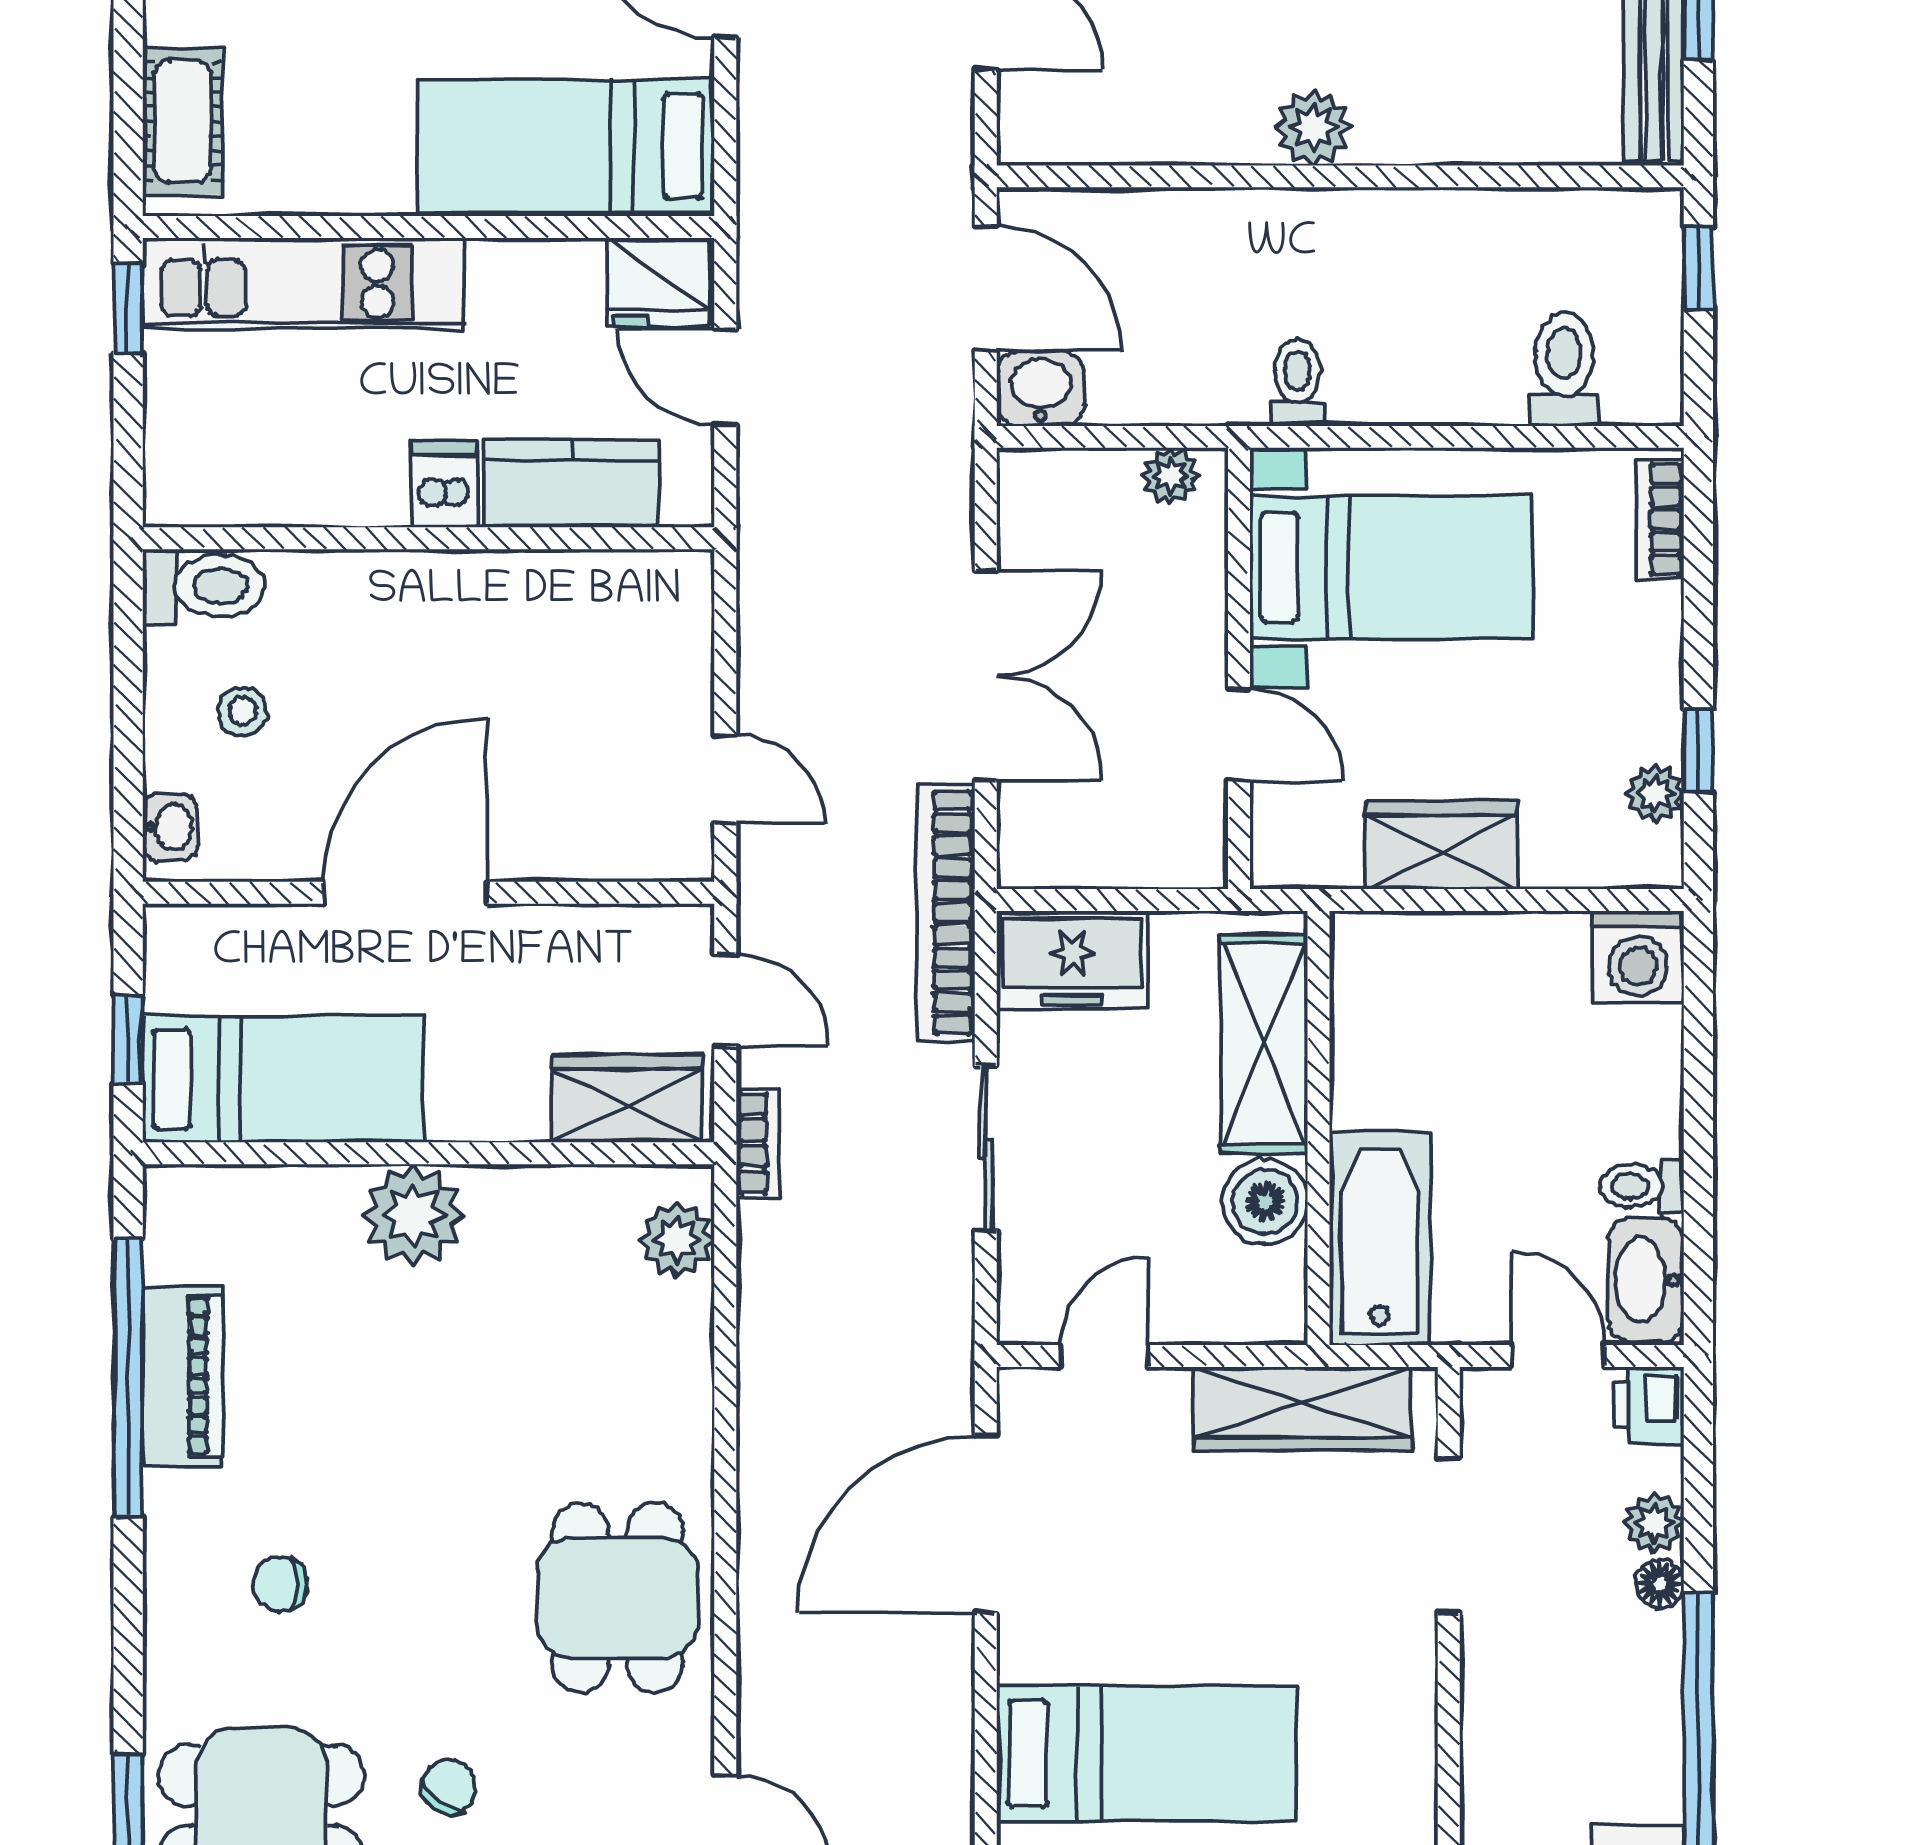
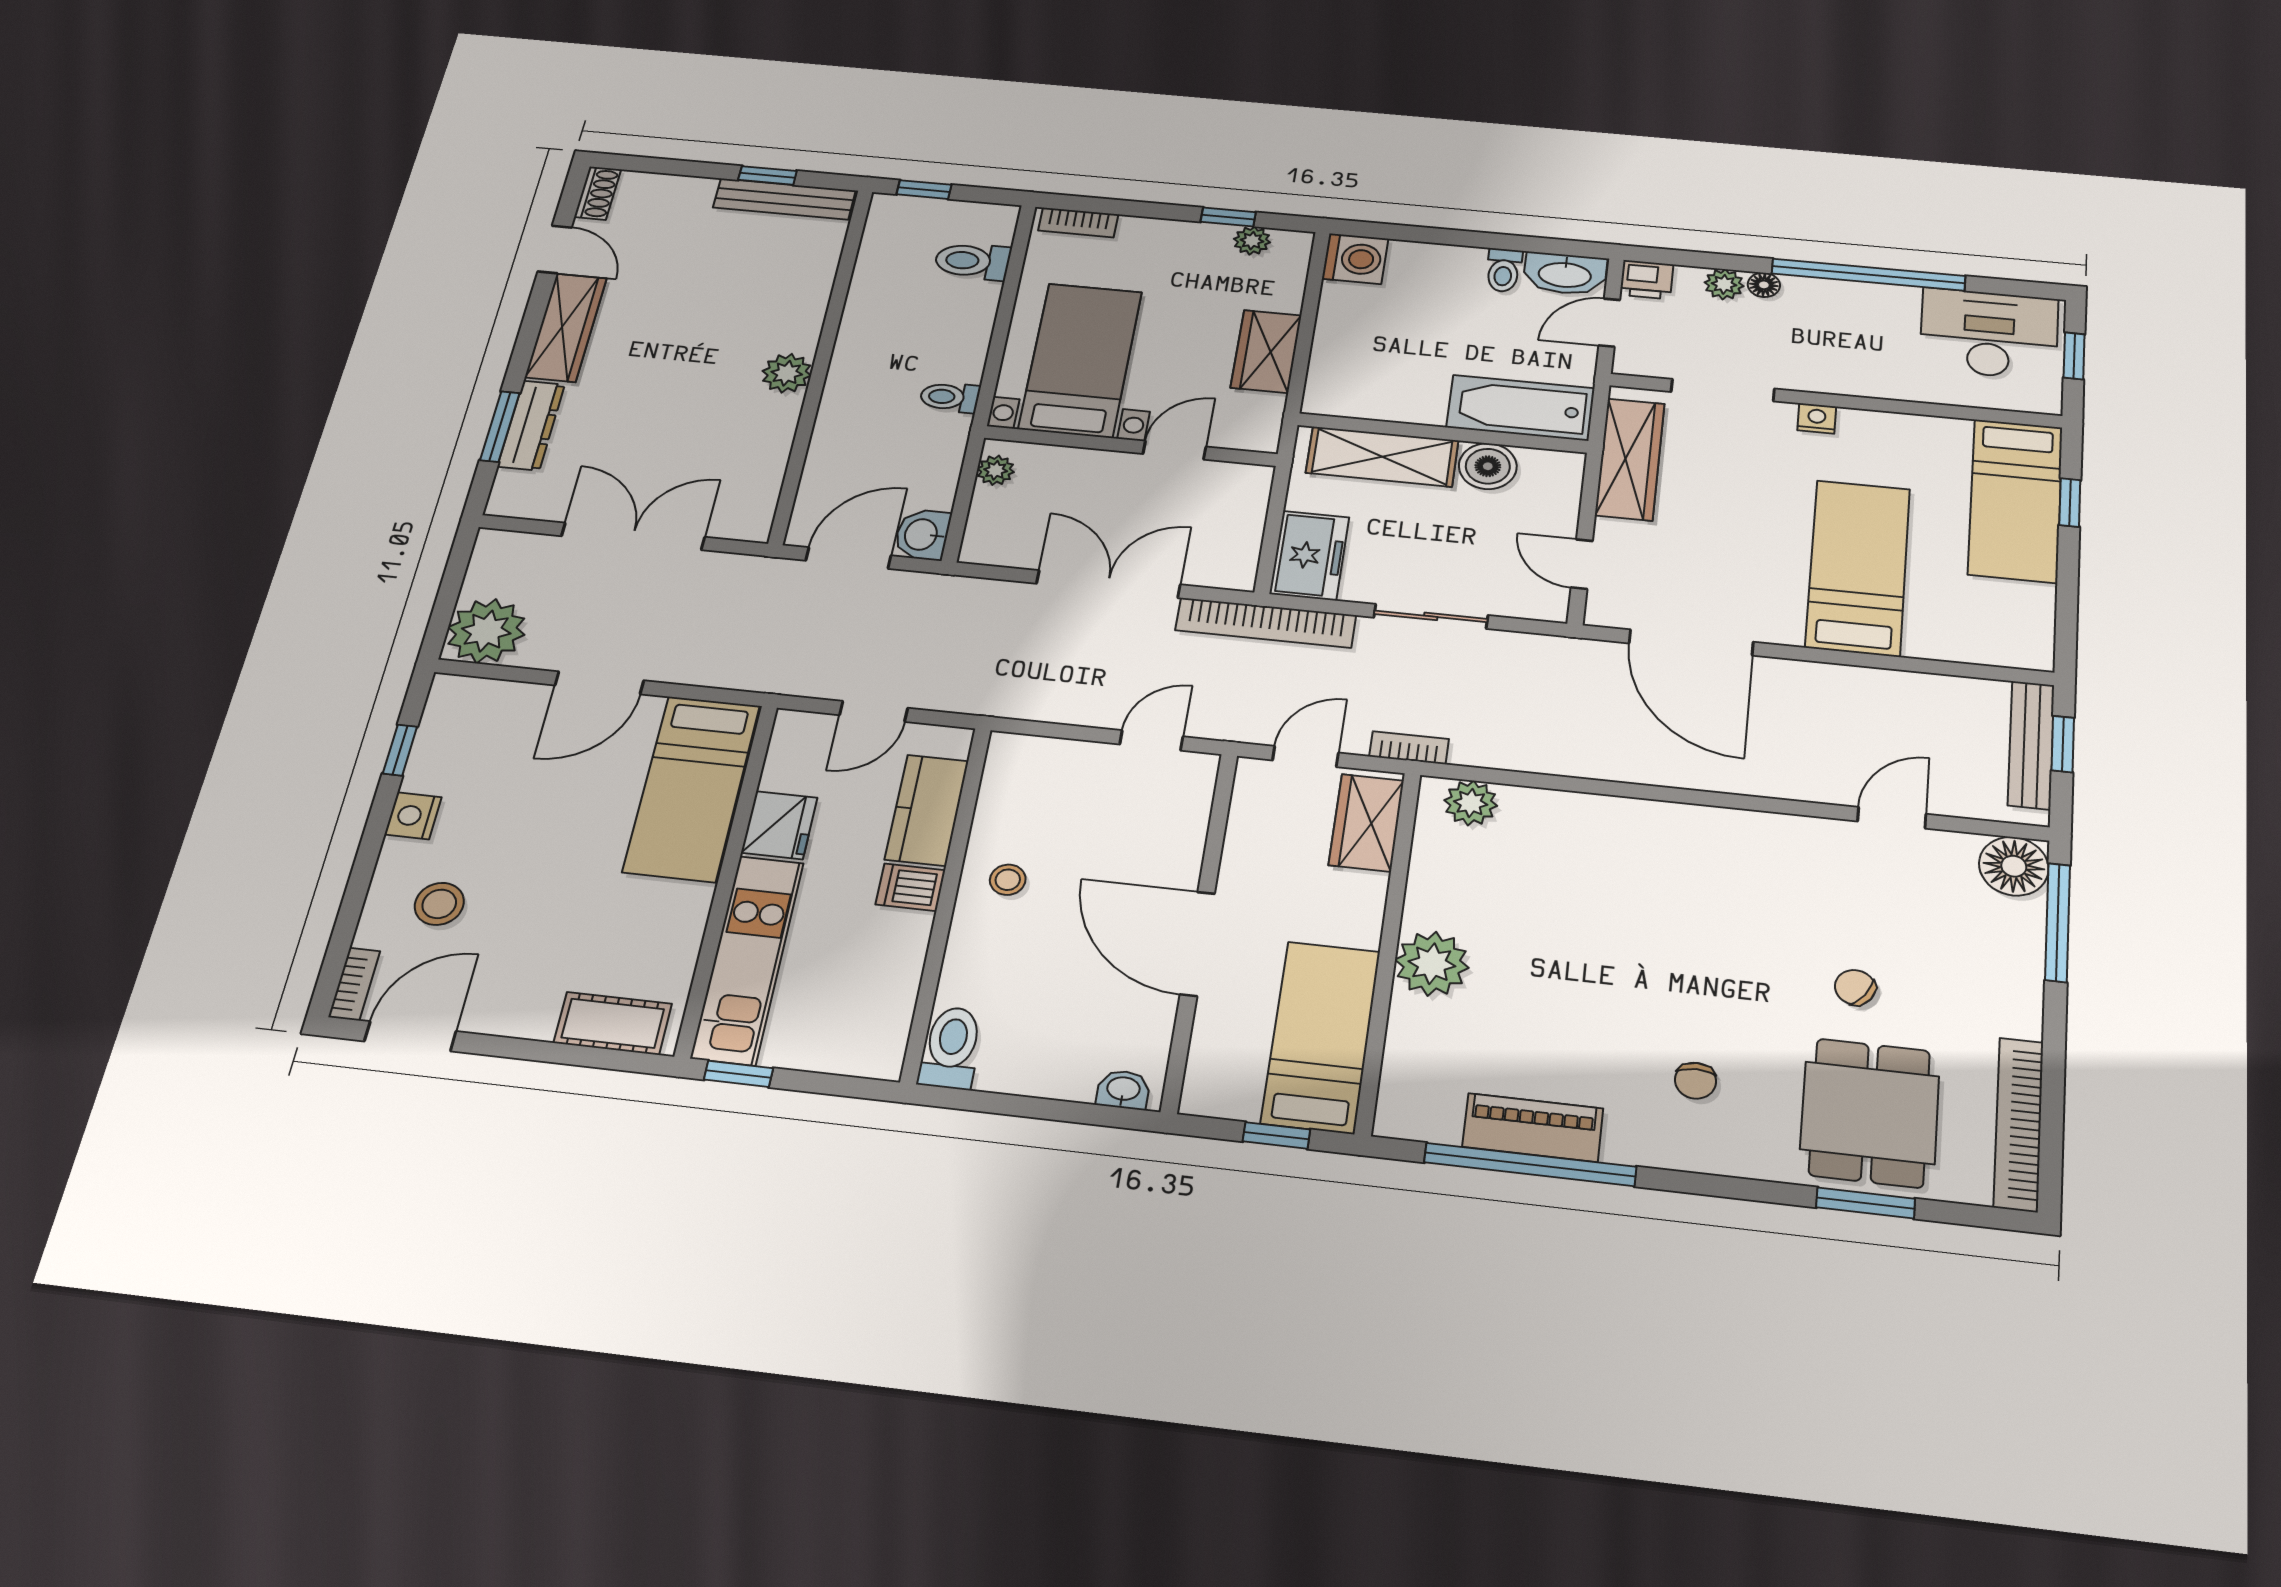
fridge: (658, 282) -> (779, 825), moved
stool: (243, 711) -> (1008, 880), moved
dining table: (618, 1598) -> (1724, 866), removed
nightstand: (1412, 1678) -> (1817, 418), added

